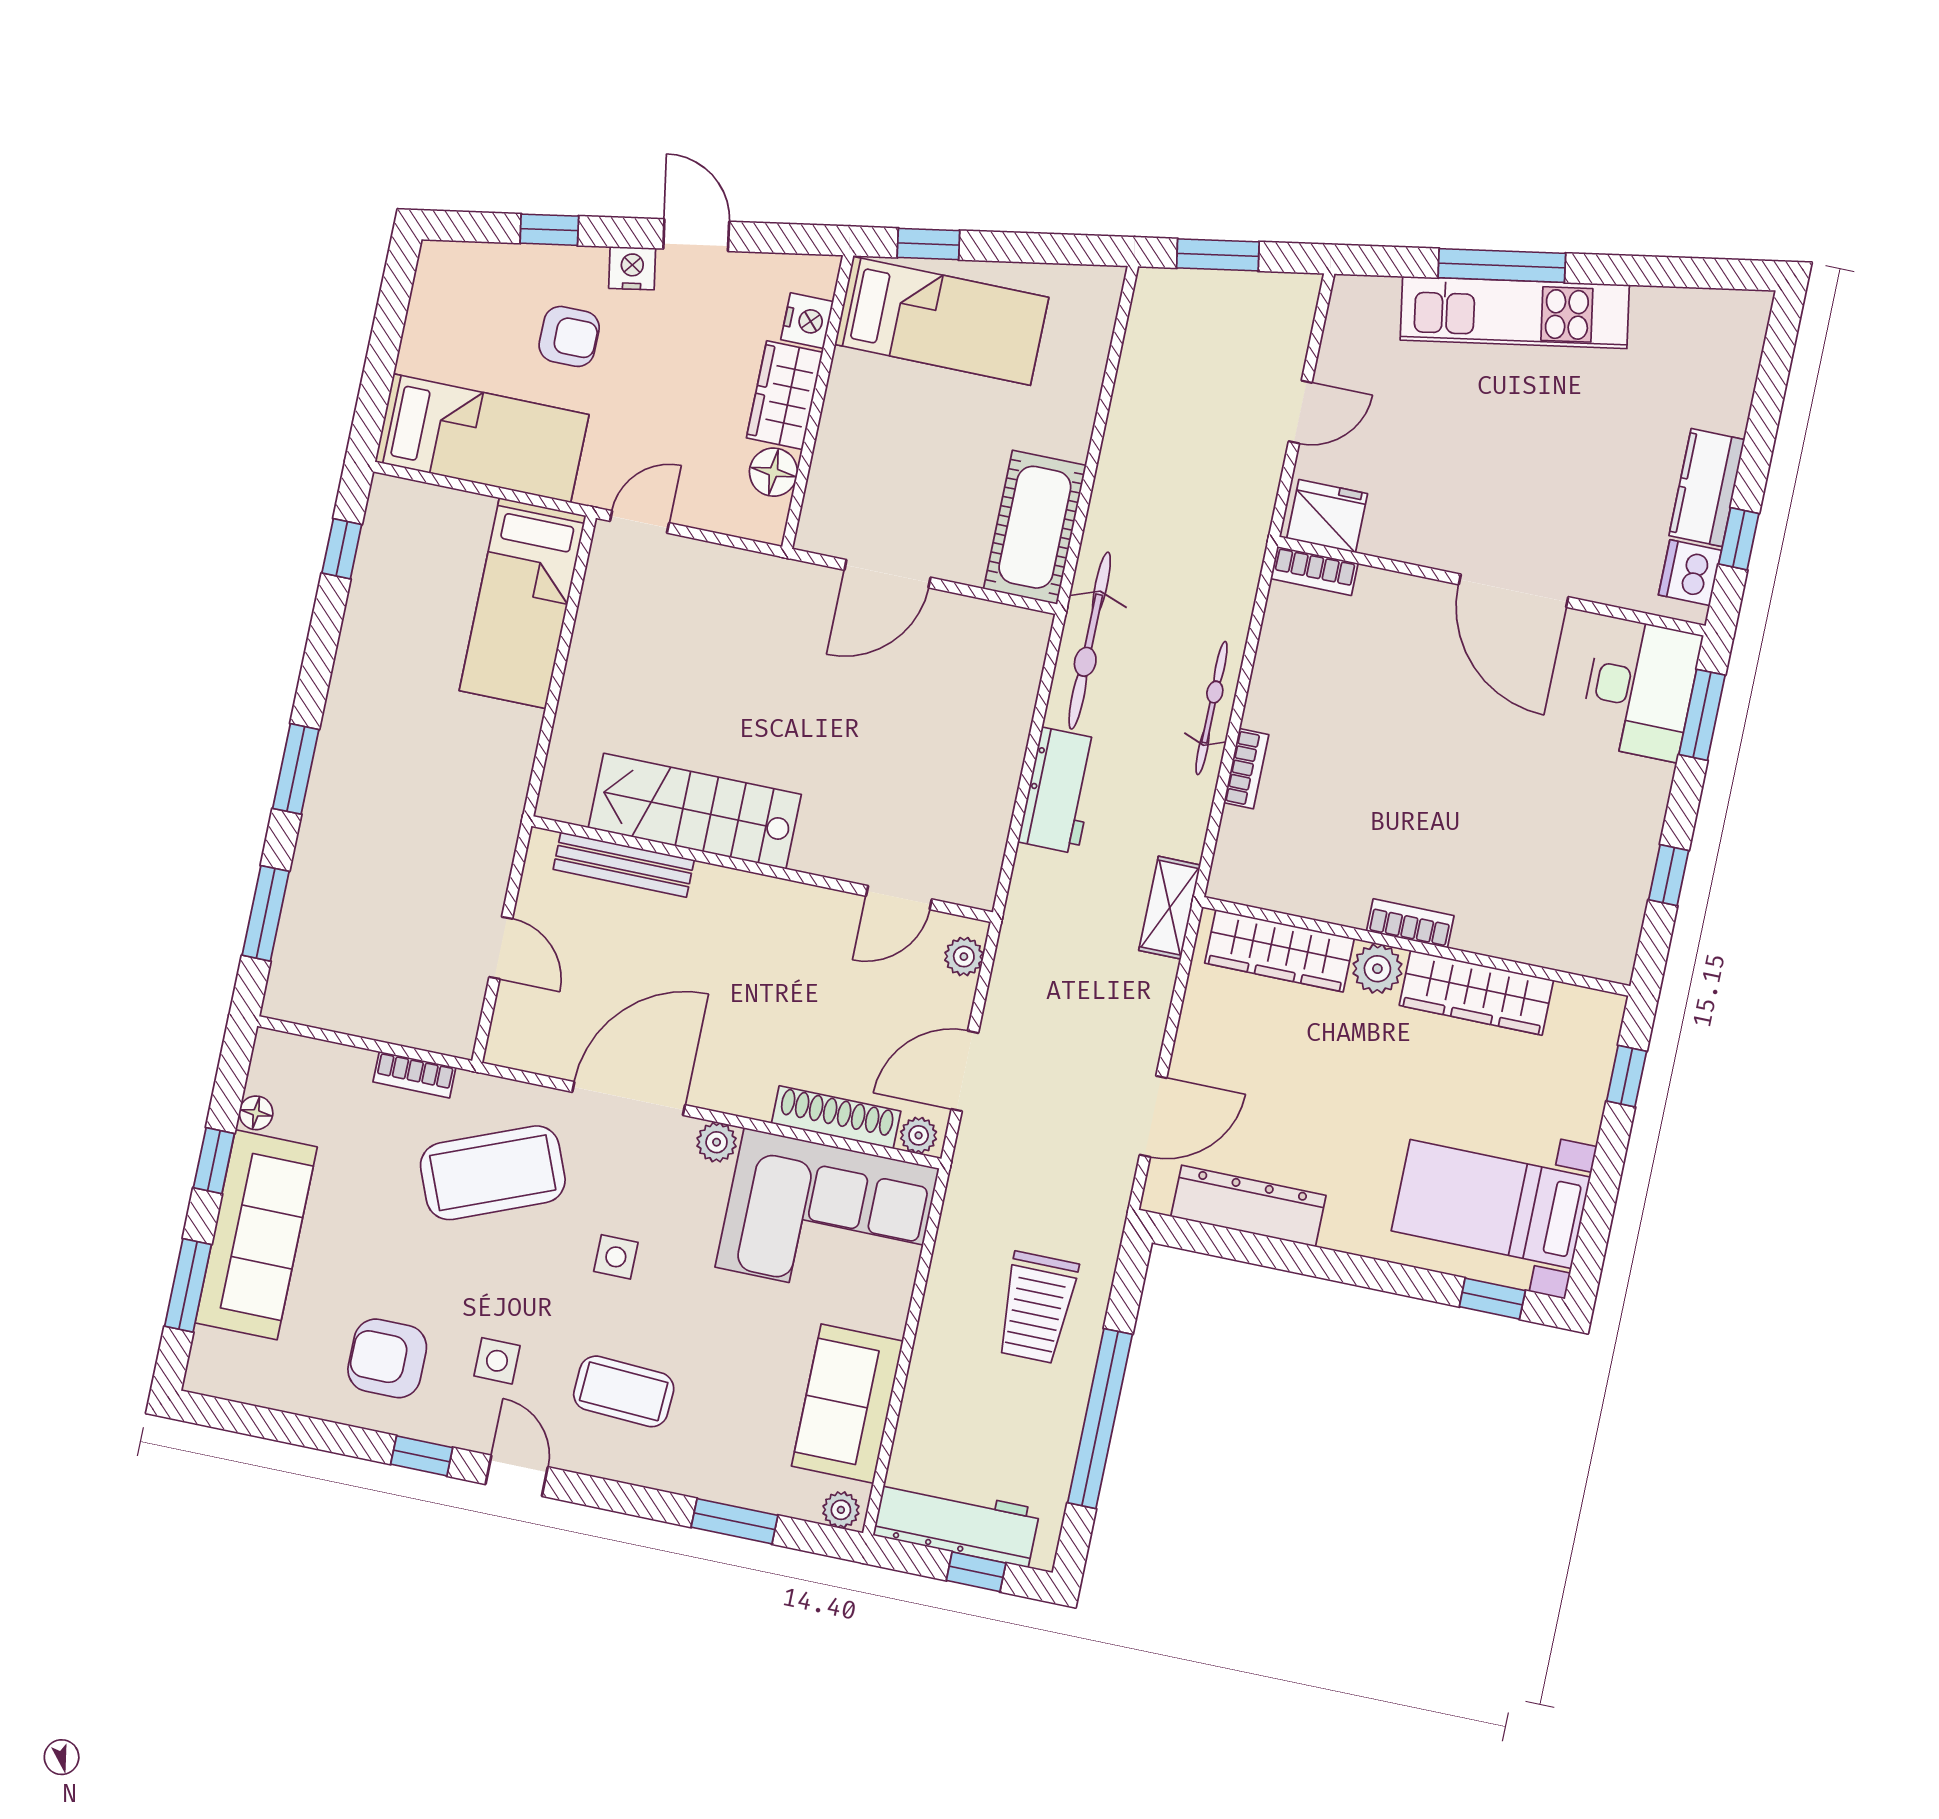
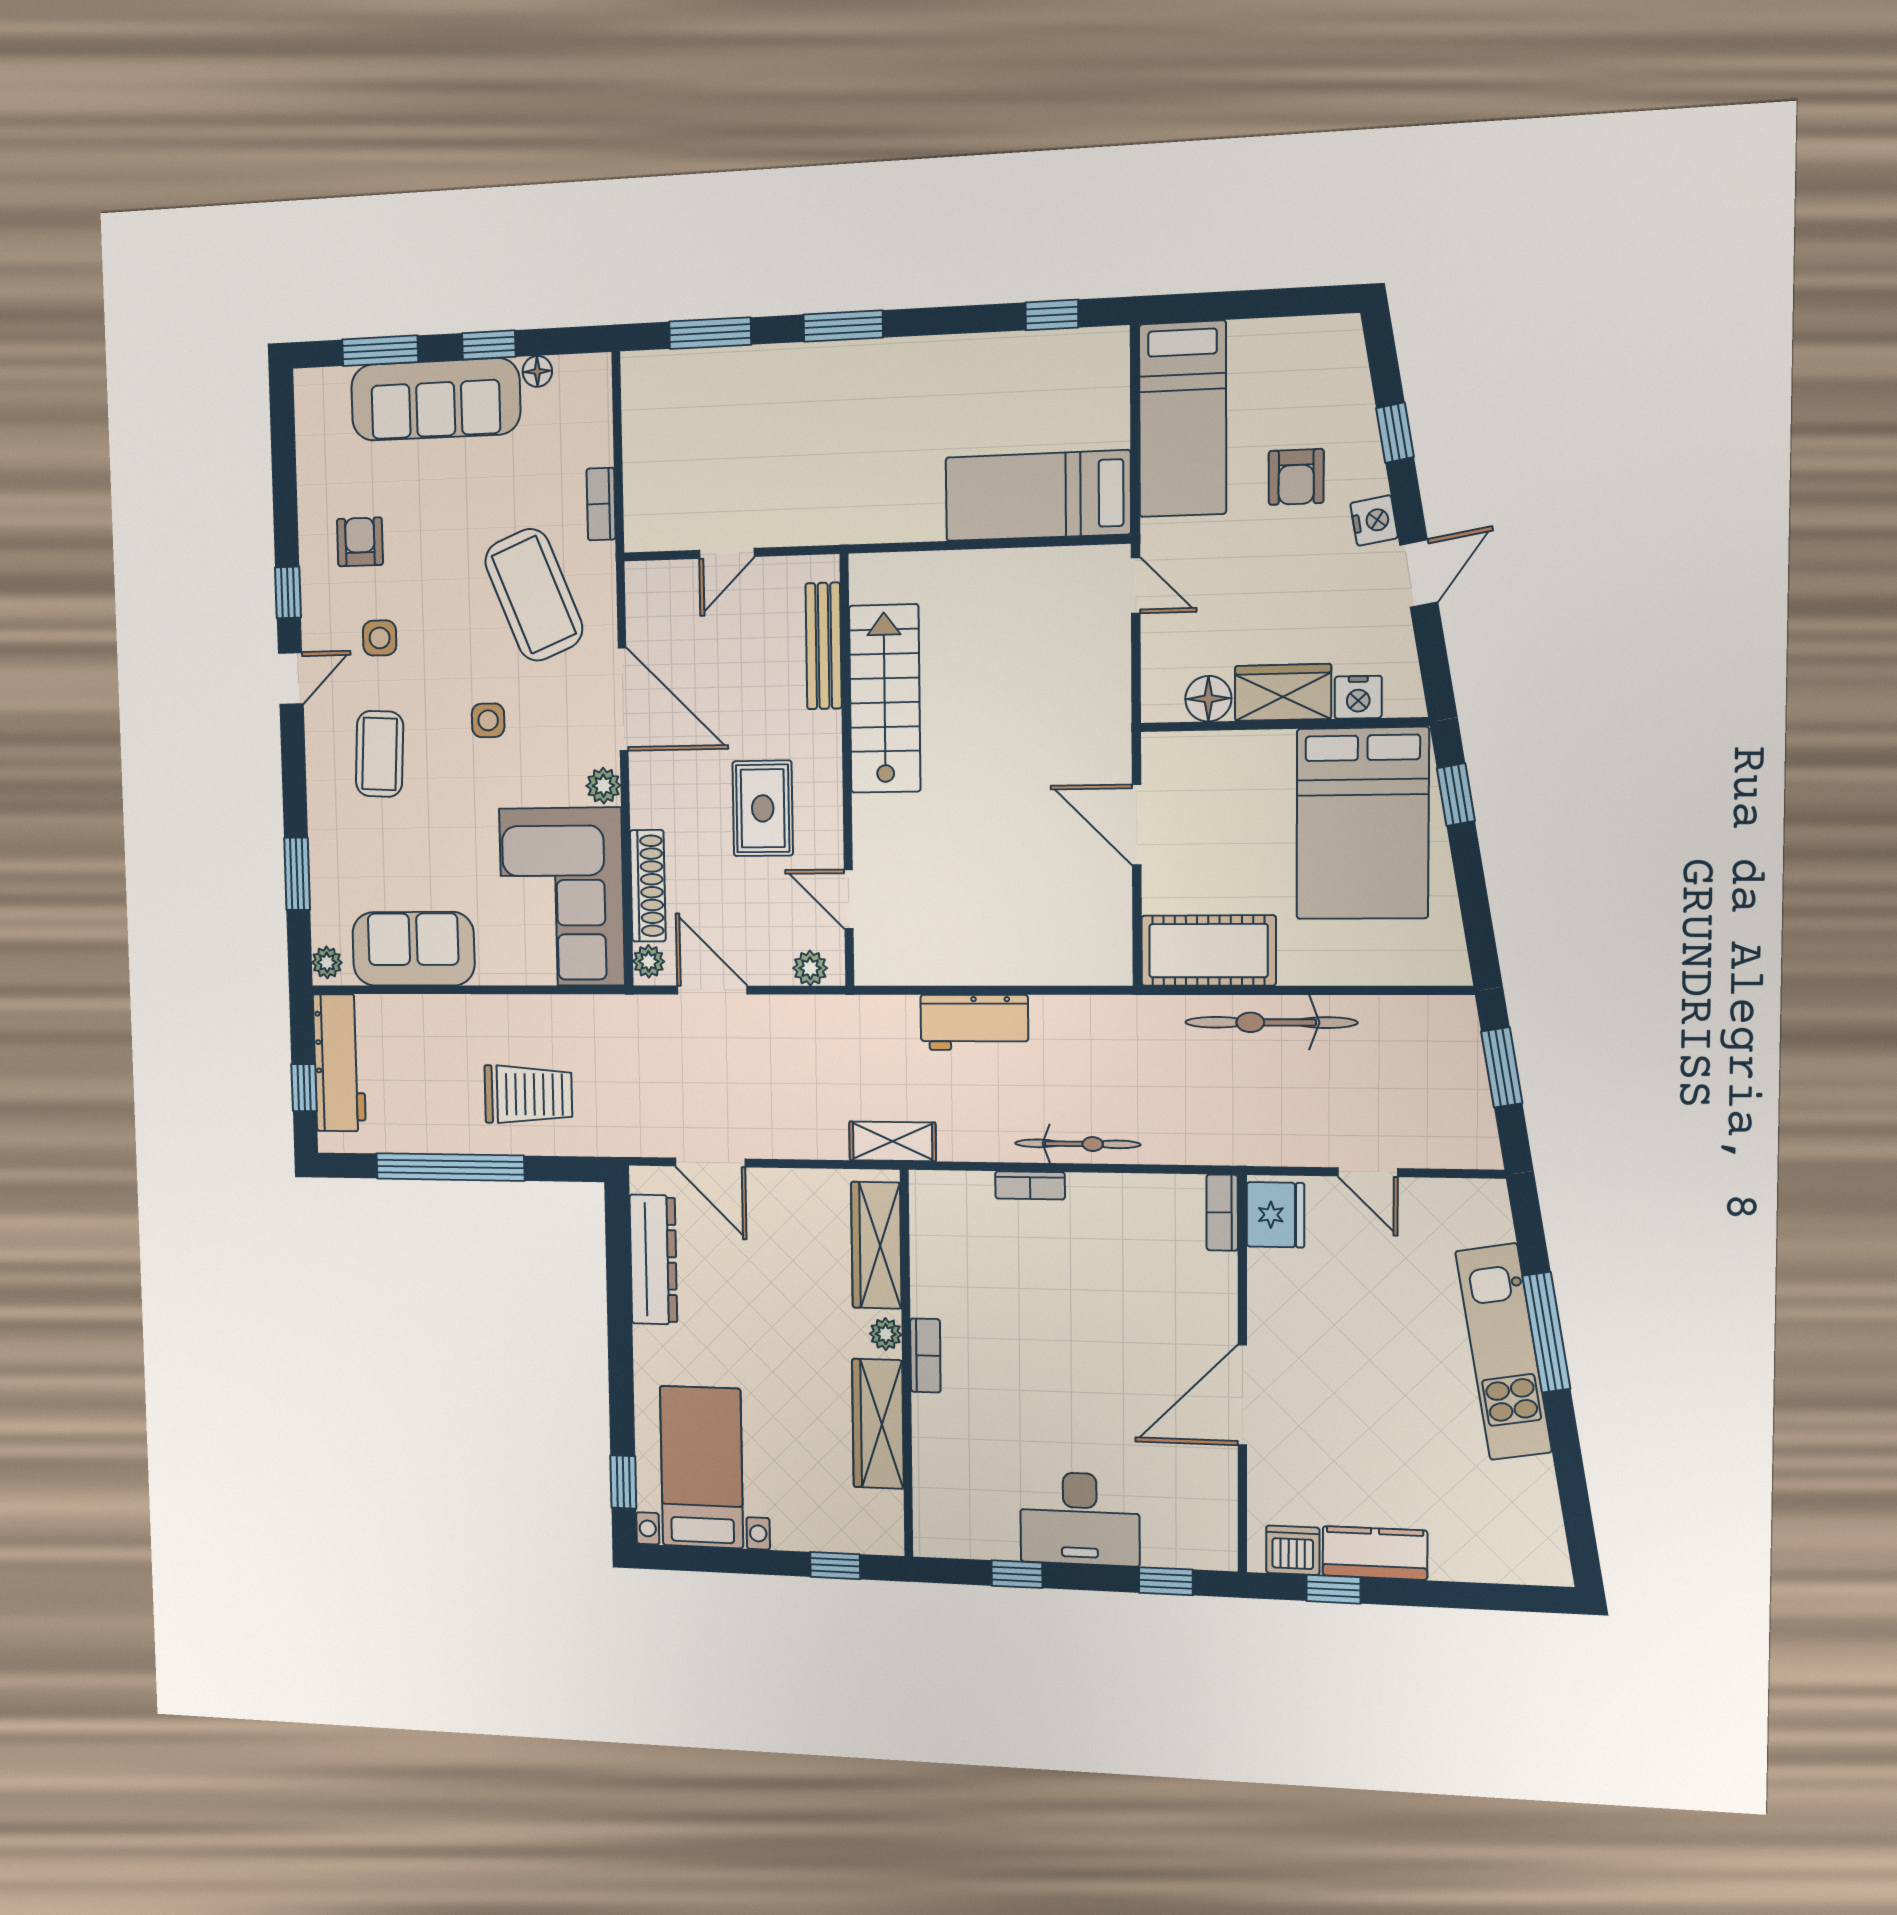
bed: (942, 321) -> (1362, 823), width x1.50
bicycle: (1090, 641) -> (1271, 1022), moved
desk: (1640, 689) -> (1080, 1519), moved
window: (1702, 715) -> (1166, 1581), width x0.67
plant: (1377, 969) -> (886, 1334), width x0.73, depth x0.73
rug: (781, 970) -> (763, 808), added
trolley: (1037, 1308) -> (528, 1094), turned 180
armchair: (387, 1358) -> (360, 542), width x0.72, depth x0.72

